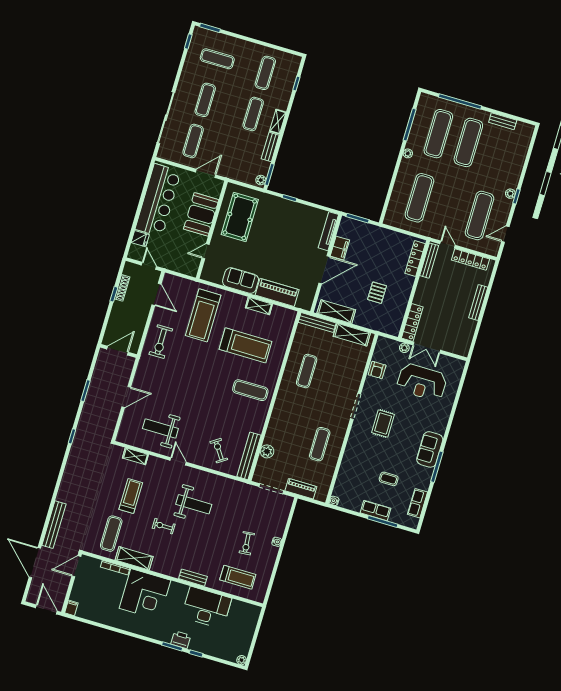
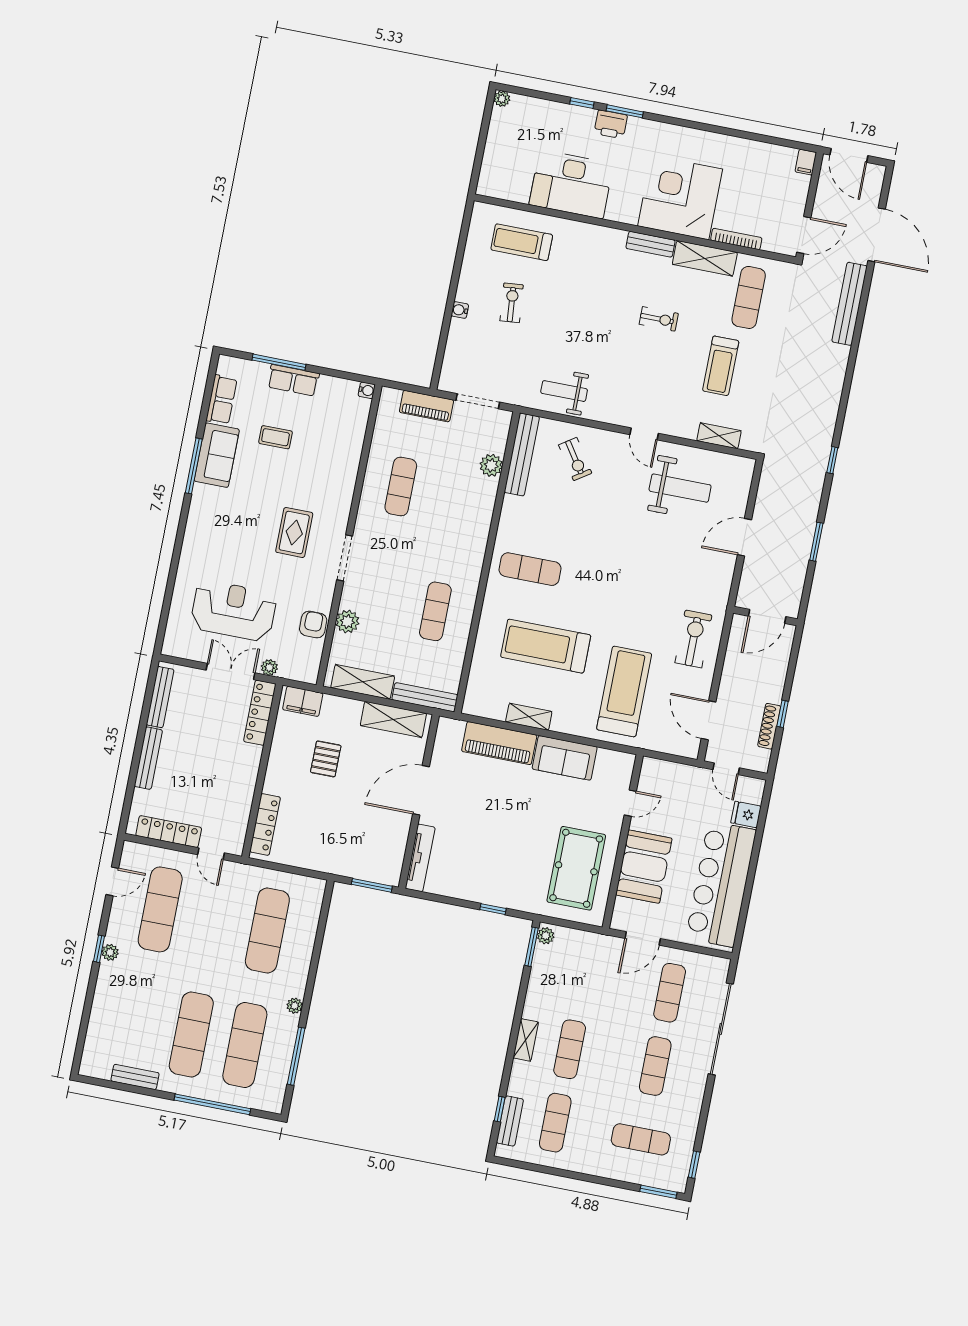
bench: (270, 147) -> (510, 1121), moved
filing cabinet: (340, 248) -> (303, 701), moved, turned -90
bench: (429, 261) -> (160, 697), moved
plant: (357, 370) -> (347, 622), added
sofa: (430, 449) -> (217, 455), moved
weight bench: (194, 504) -> (564, 391), moved, width x0.73, depth x0.75
bench: (193, 578) -> (651, 244), moved

